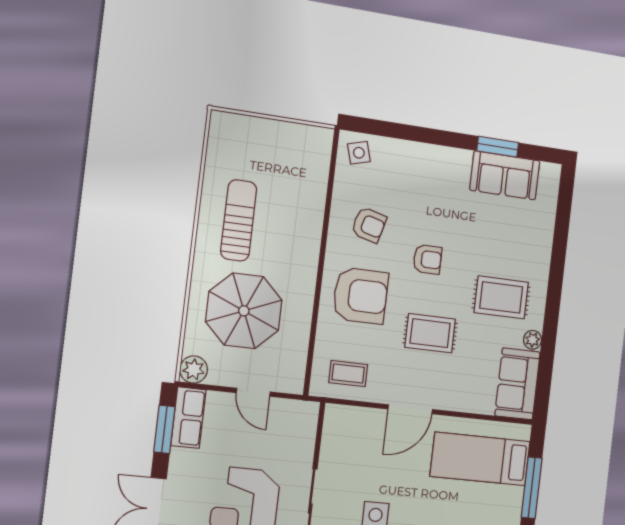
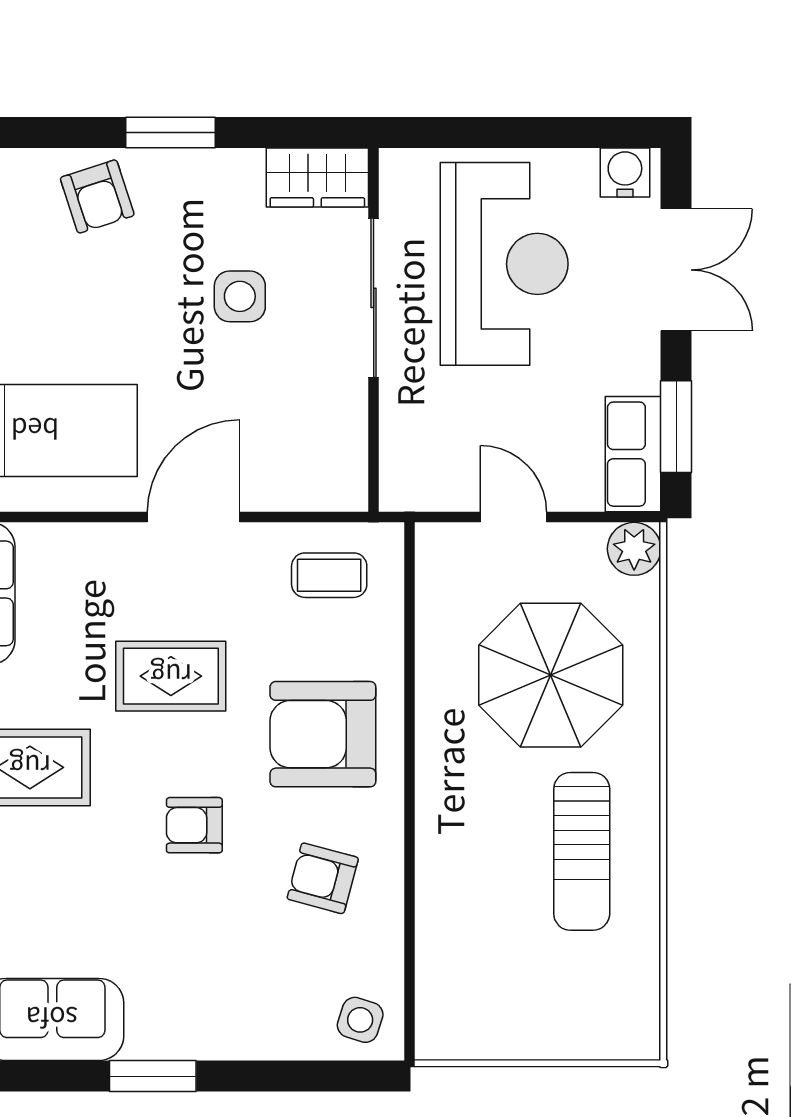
window: (498, 147) -> (153, 1076), moved
side table: (359, 153) -> (360, 1020), turned 34

